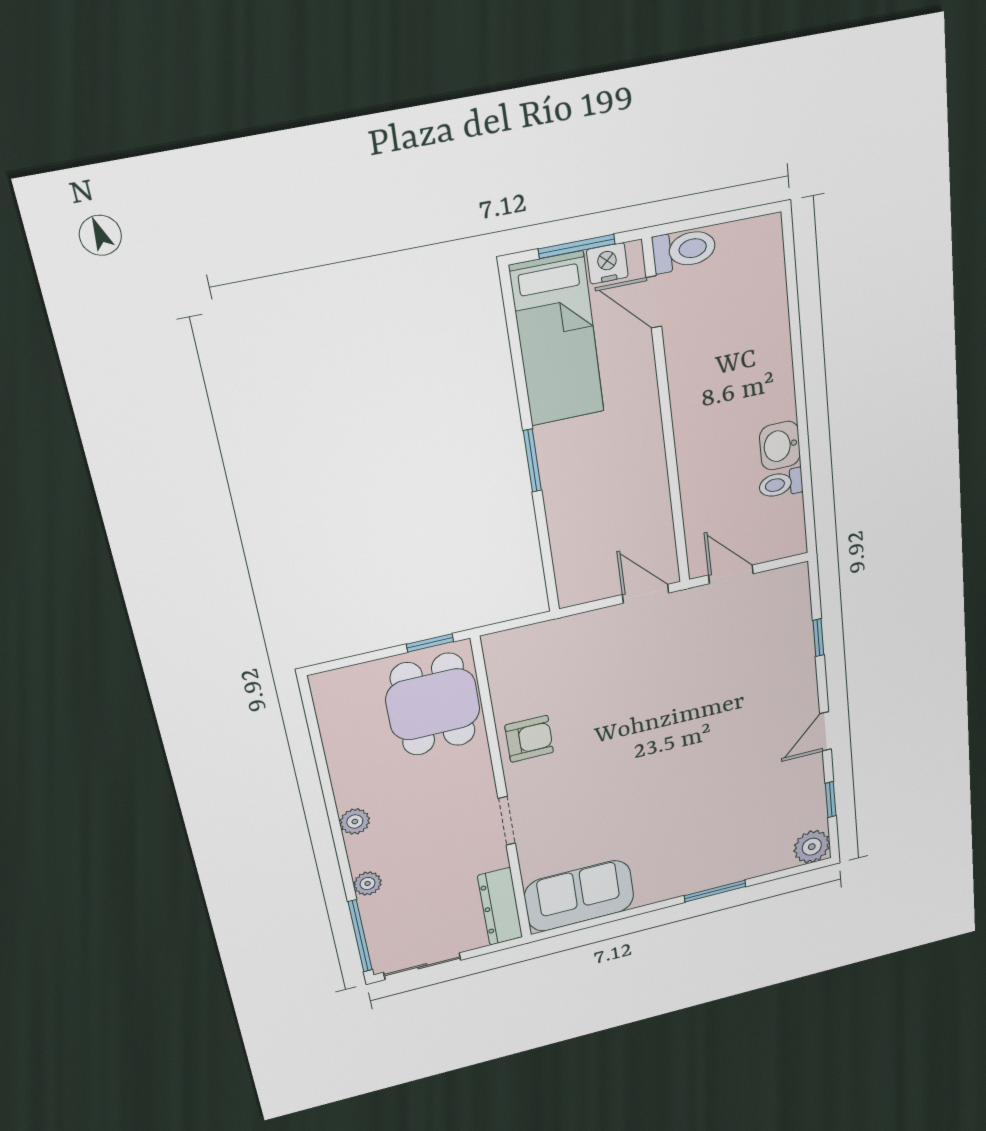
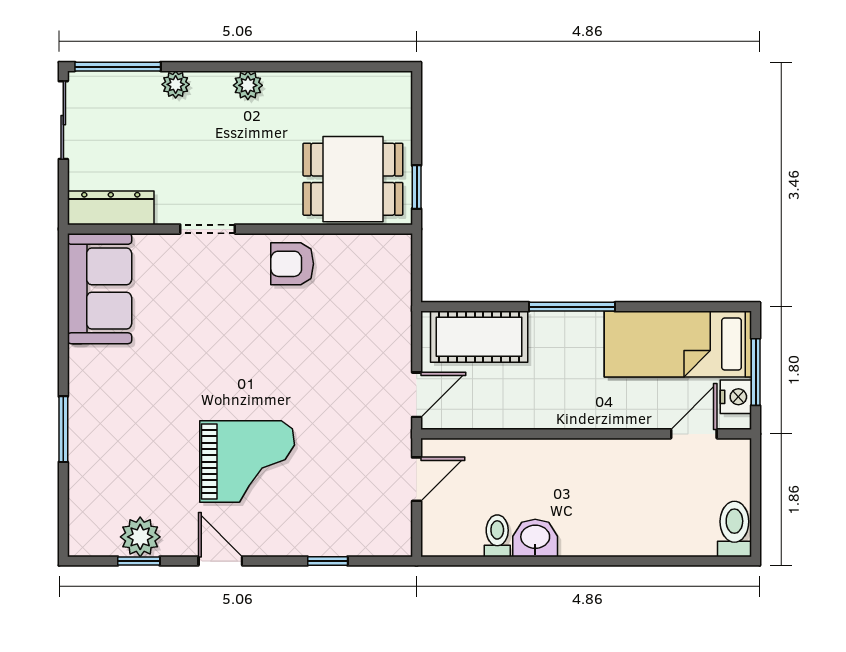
toilet: (684, 250) -> (734, 529), moved, turned 180
window: (532, 461) -> (572, 307), width x1.44
cot: (578, 547) -> (479, 337), added
grand piano: (729, 732) -> (247, 462), added
armchair: (529, 739) -> (292, 264), turned 90
plant: (812, 847) -> (140, 537), moved

